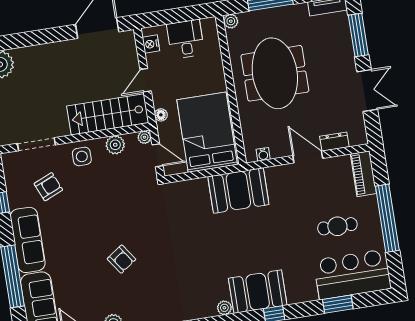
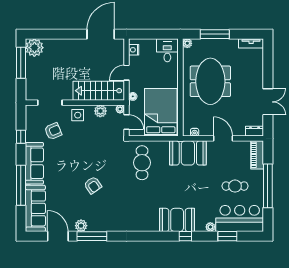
window: (358, 35) -> (268, 65), removed
desk: (186, 39) -> (167, 50), moved
dresser: (334, 142) -> (255, 131), moved
booth: (238, 191) -> (188, 153), moved
cafe table: (191, 213) -> (142, 163), added
plant: (224, 308) -> (210, 227), moved

